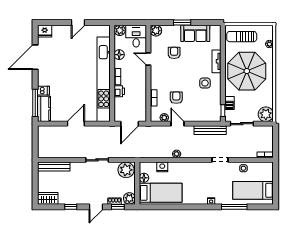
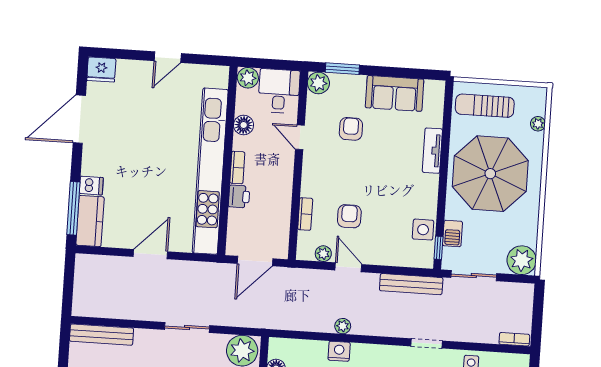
window: (182, 22) -> (342, 69), moved
side table: (205, 83) -> (423, 230), moved
nightstand: (162, 167) -> (339, 351), moved

